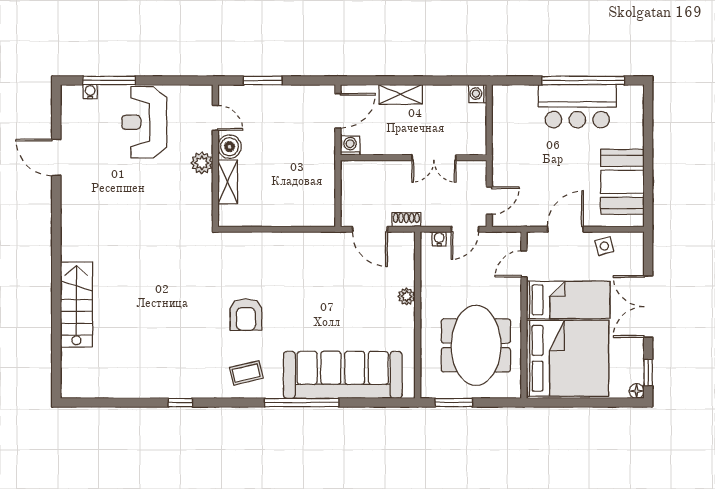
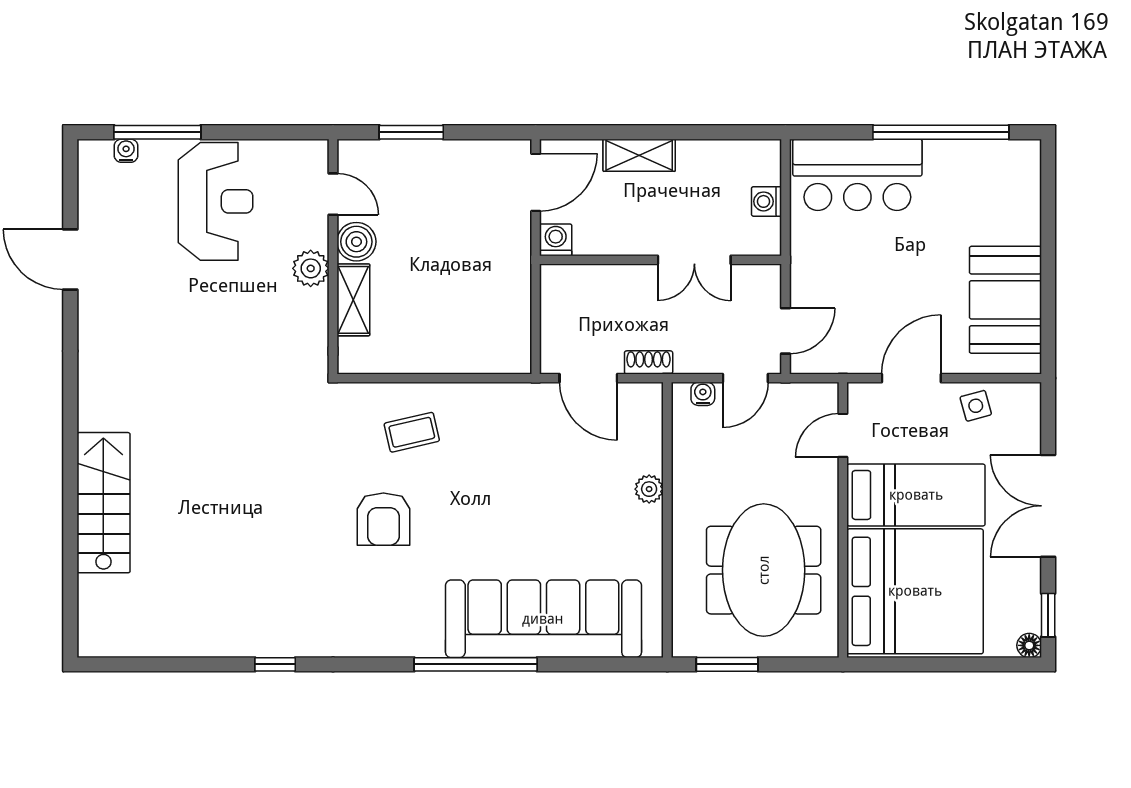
washing machine: (478, 94) -> (766, 201), moved
bar counter: (577, 106) -> (857, 175), moved
reception desk: (144, 122) -> (216, 201), turned 180
coffee table: (246, 373) -> (412, 432), moved

